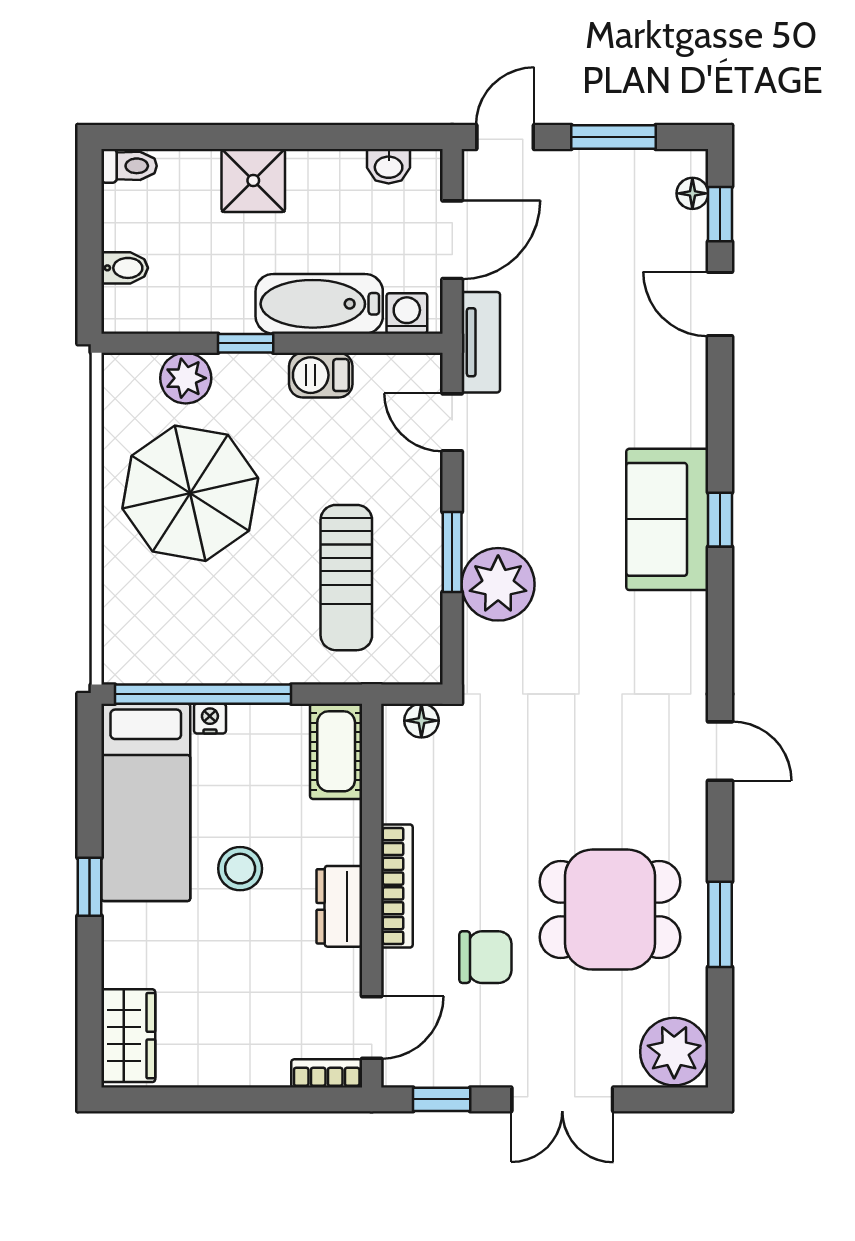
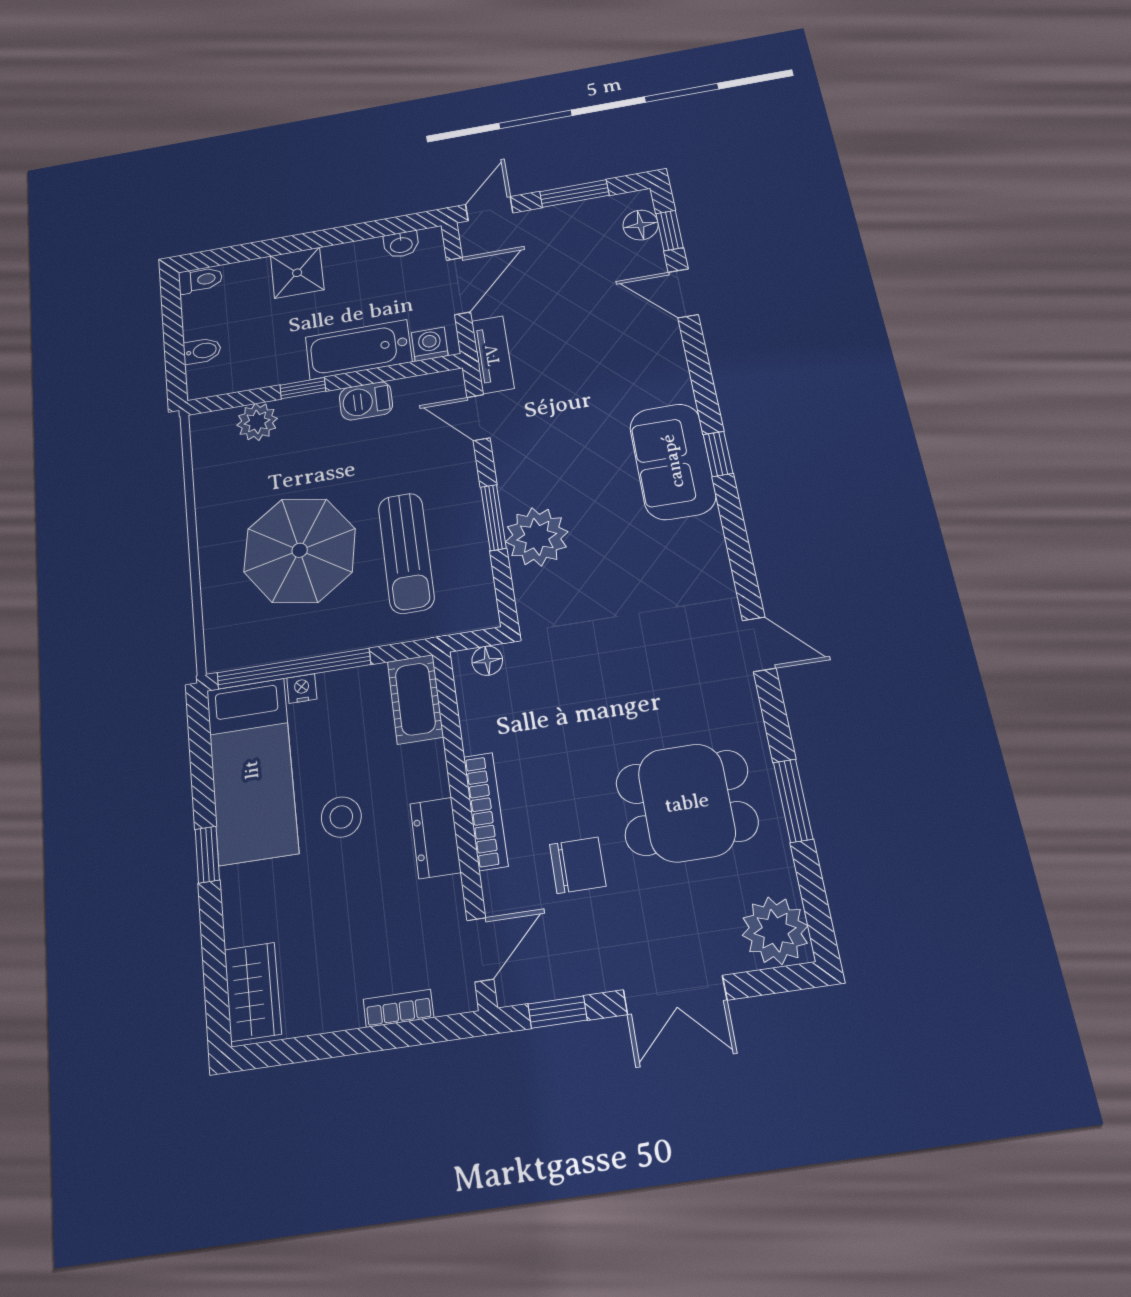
floor lamp: (692, 193) -> (641, 225), width x1.37, depth x1.37
parasol: (190, 493) -> (300, 550), moved
bookcase: (327, 1073) -> (398, 1008), moved

